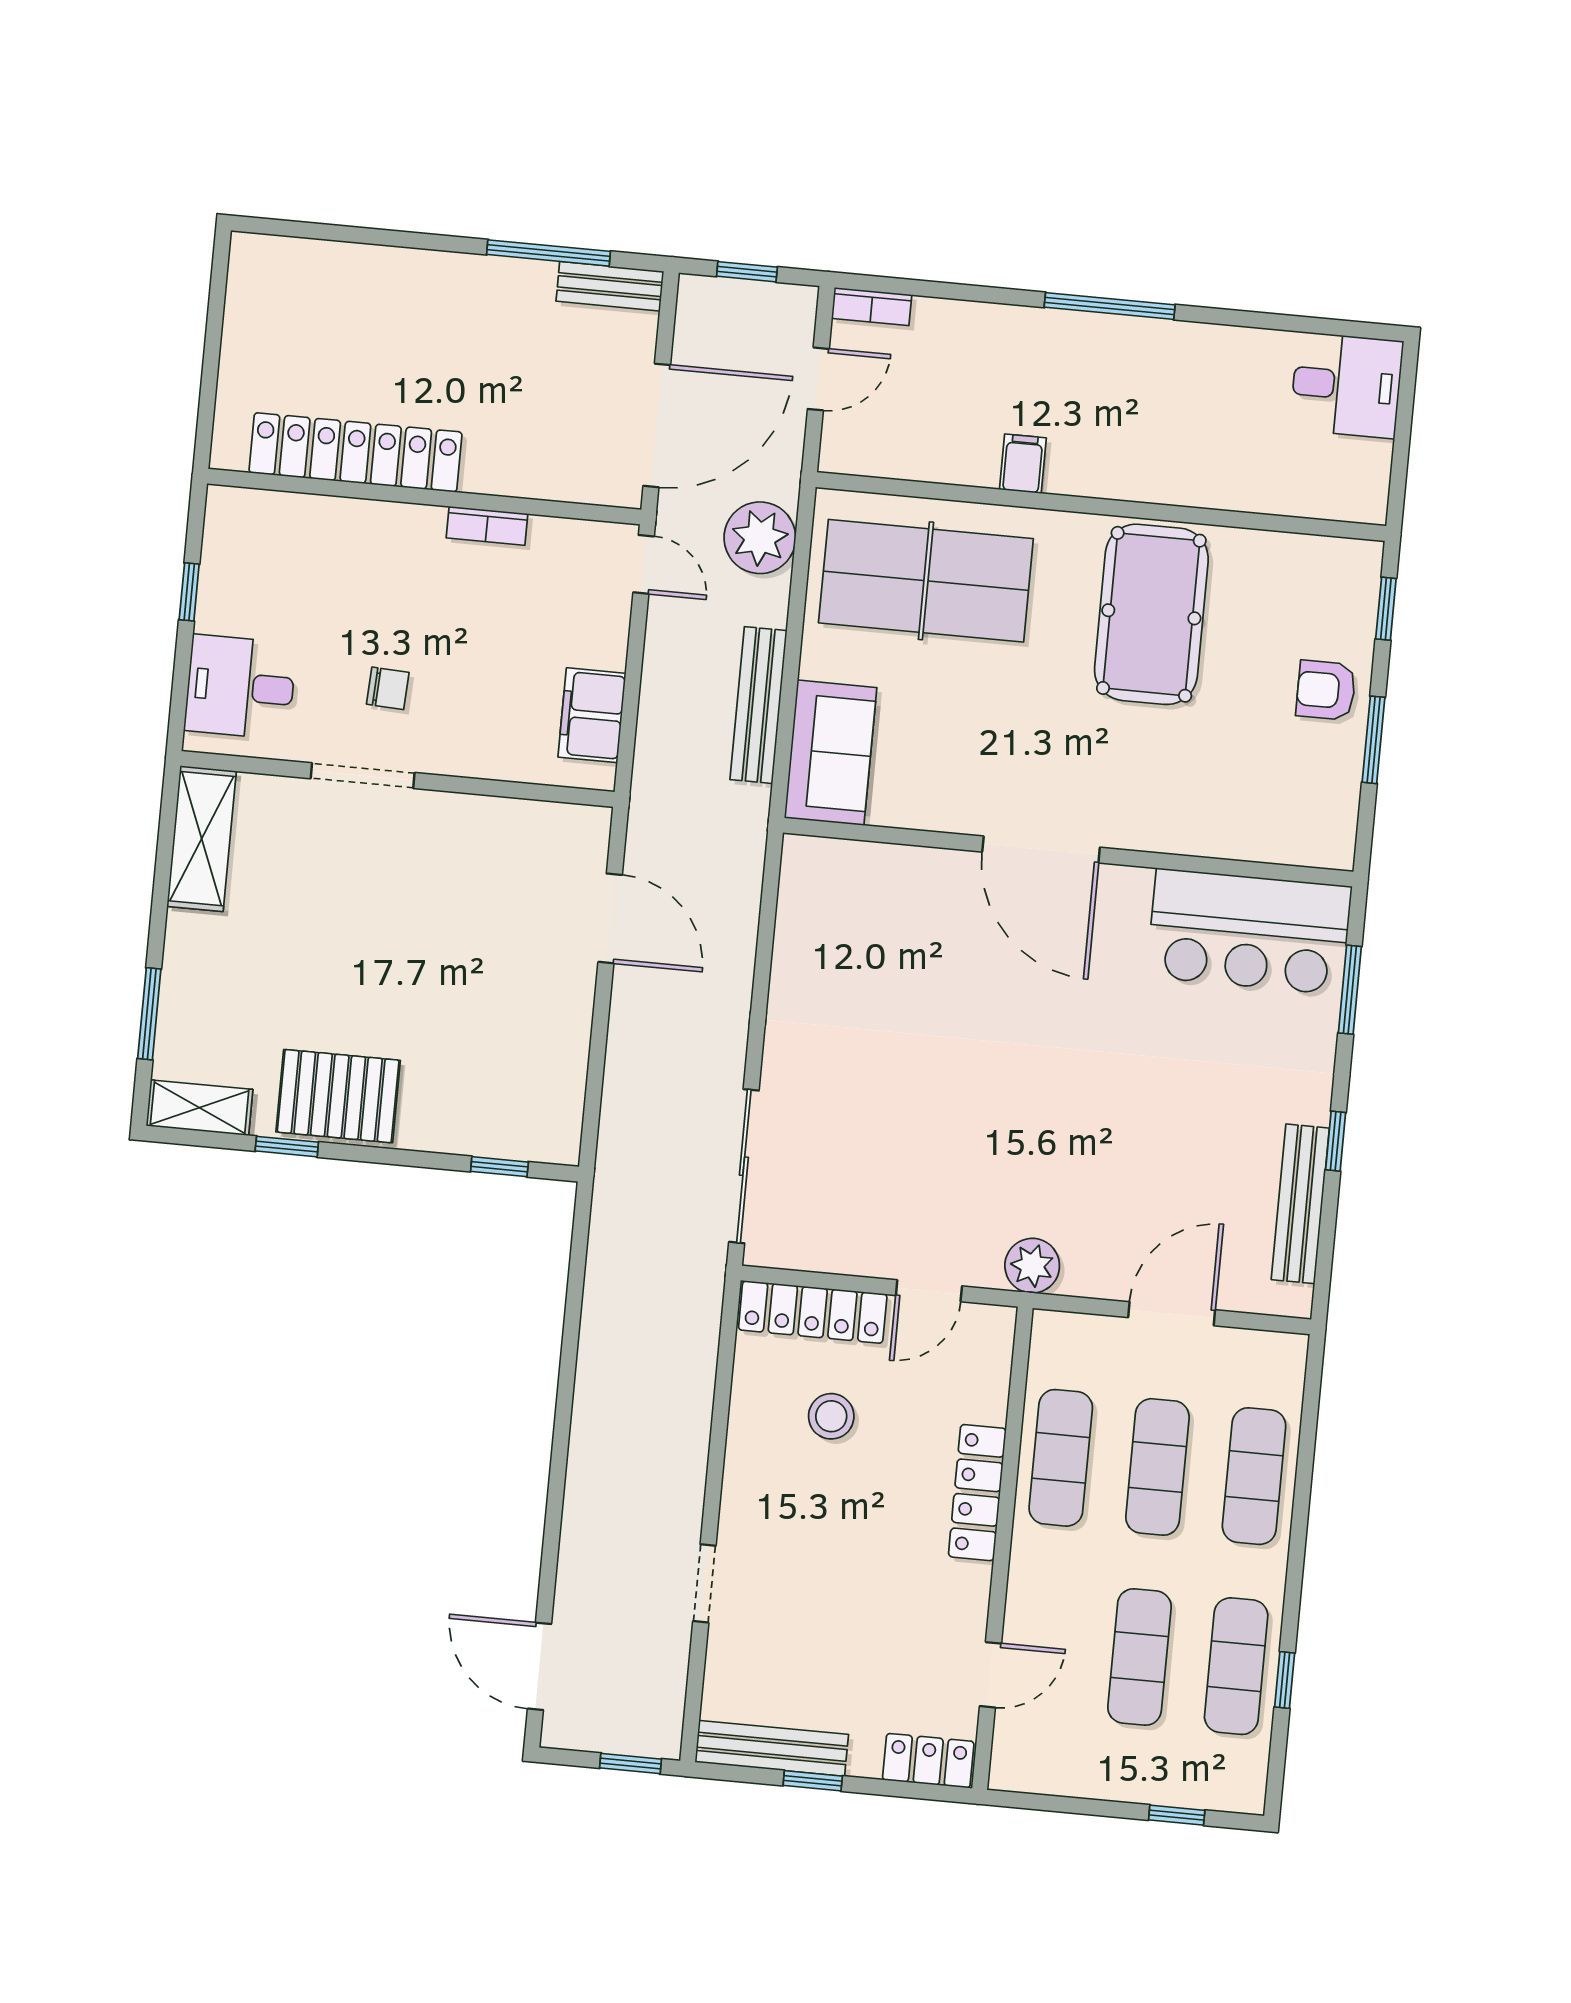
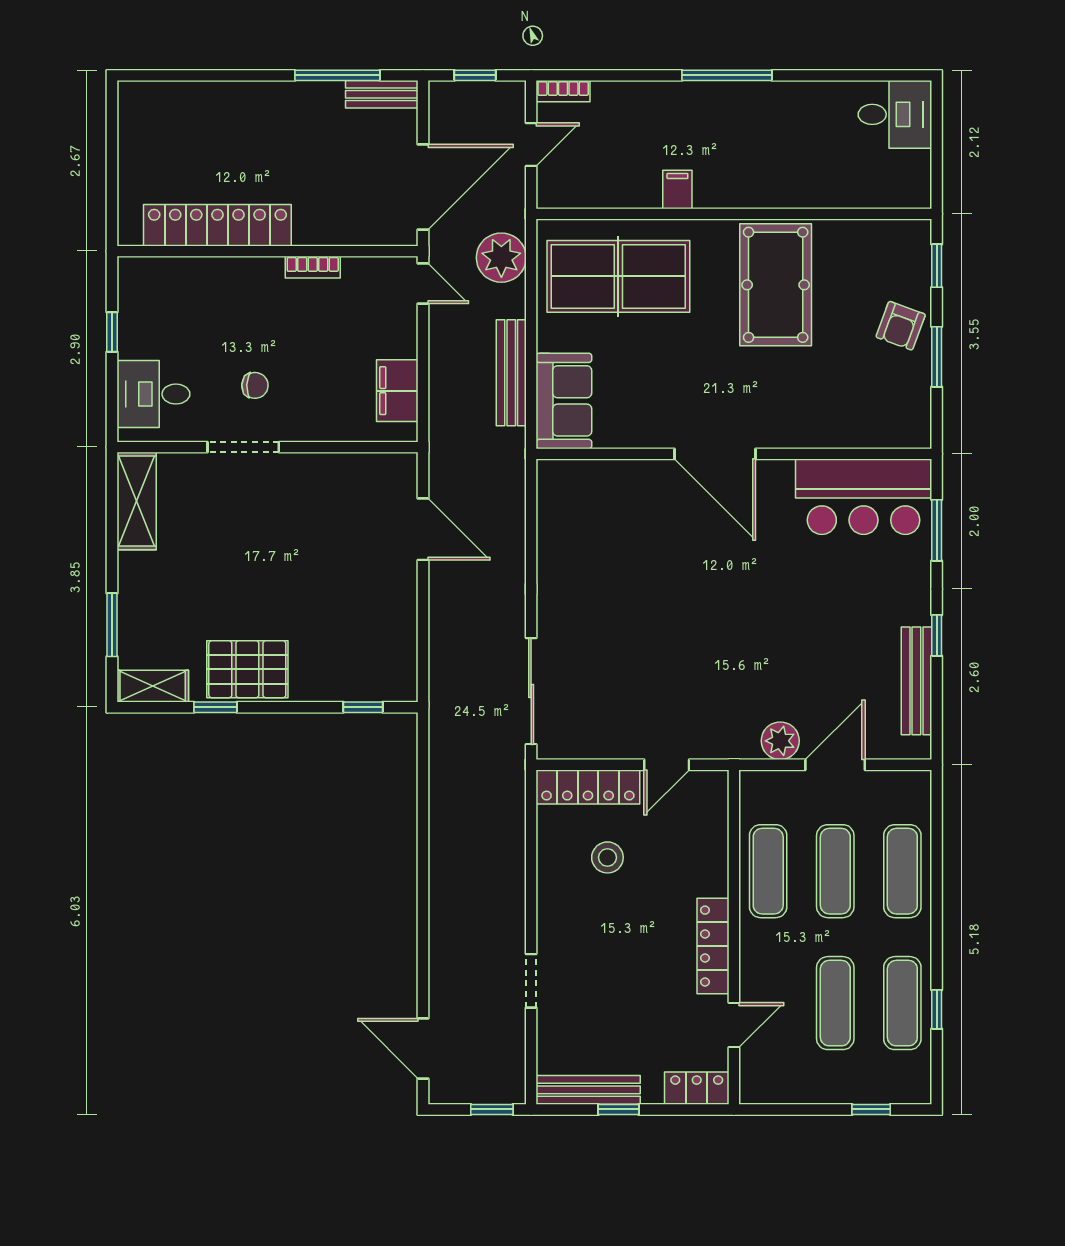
armchair: (1326, 690) -> (901, 326), turned -70
plant: (1032, 1266) -> (780, 741), moved
locker: (977, 1493) -> (713, 946), moved

